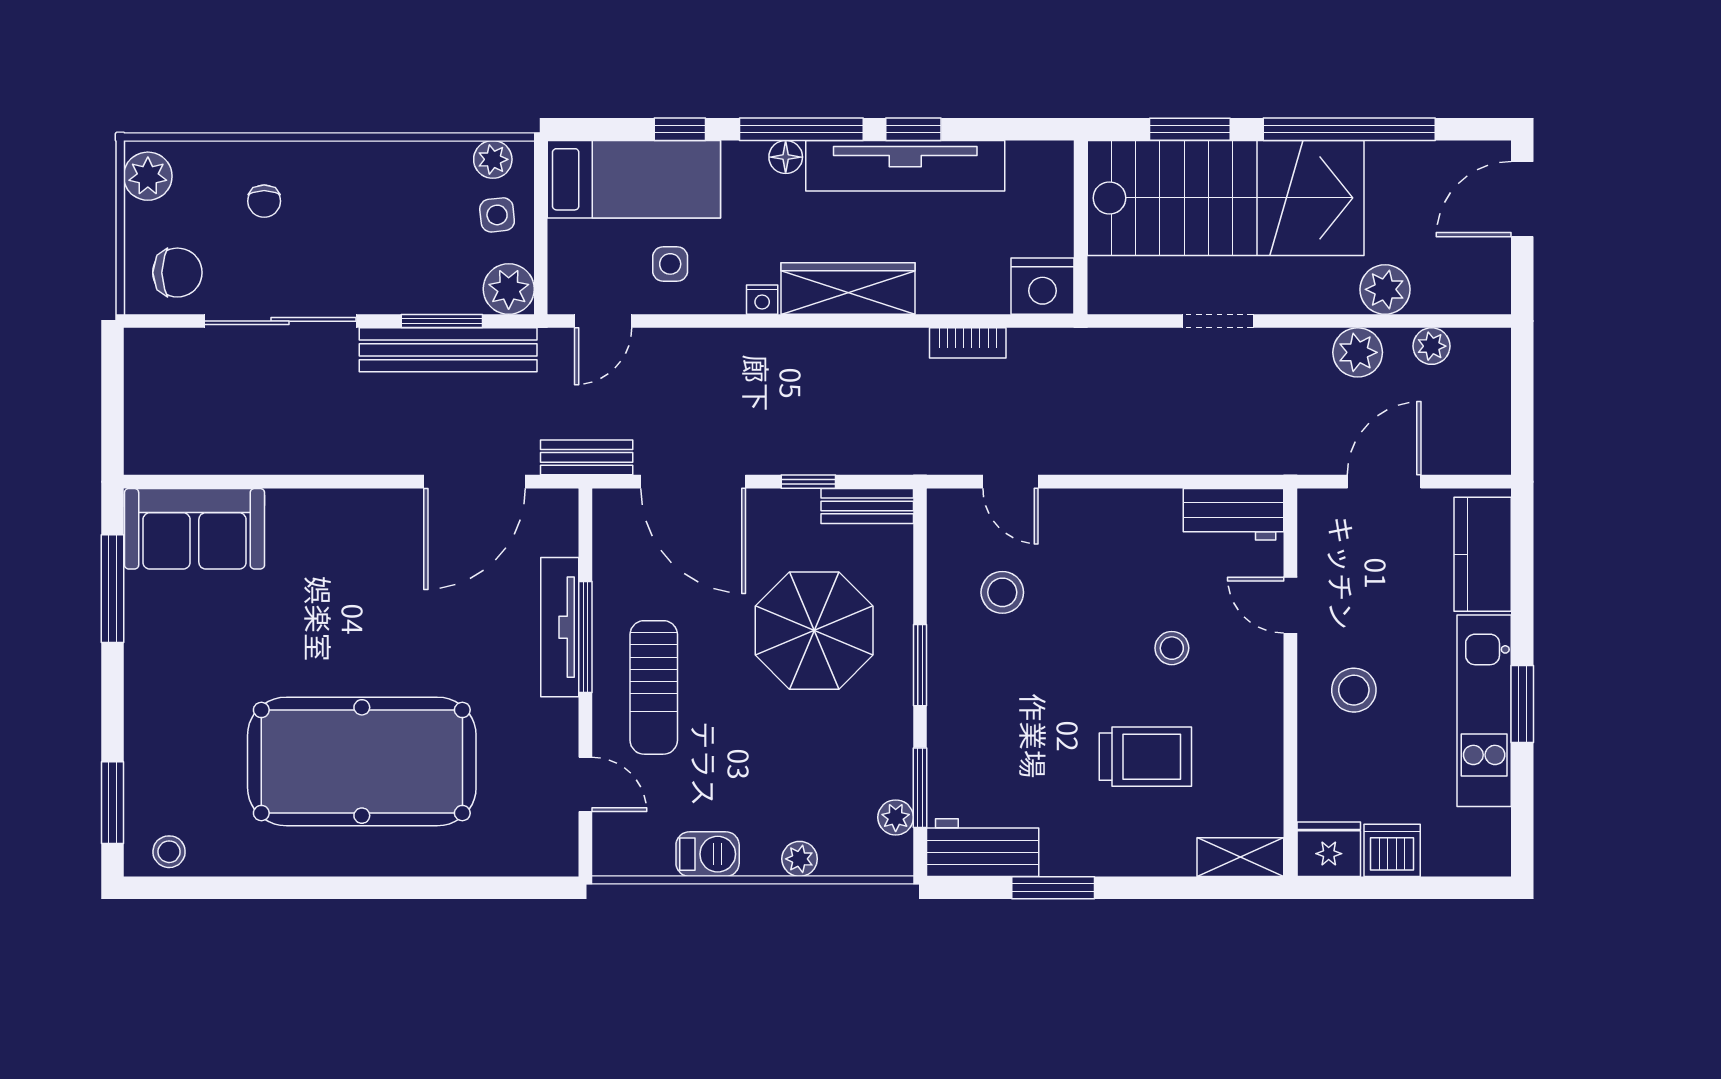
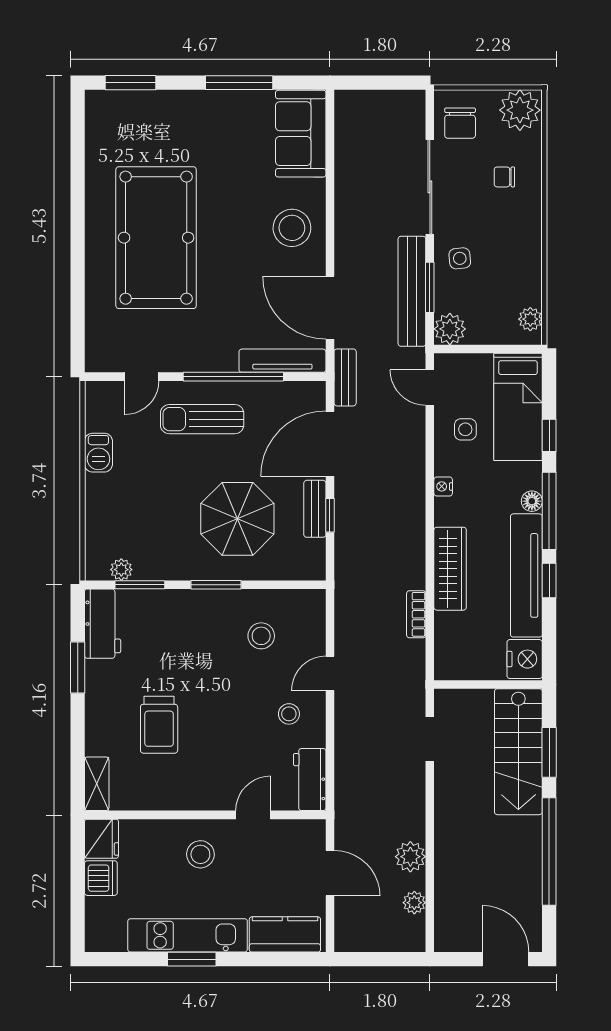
plant: (148, 176) -> (520, 110), width x1.36, depth x1.36
stairs: (1226, 198) -> (518, 752), width x0.73, depth x0.66
side table: (497, 215) -> (460, 258), moved
nightstand: (1042, 286) -> (525, 659), moved, turned 180
wardrobe: (848, 288) -> (450, 569), moved
plant: (1385, 289) -> (449, 874), removed
doorway: (1218, 321) -> (430, 739), moved
door: (1010, 482) -> (330, 673), moved
bench: (867, 506) -> (315, 509), moved
window: (112, 589) -> (239, 83), moved
tv unit: (560, 627) -> (282, 361), moved
window: (585, 637) -> (233, 377), width x1.46
stool: (1172, 648) -> (289, 714), moved
stool: (169, 852) -> (292, 228), moved, width x1.89, depth x1.89
plant: (800, 859) -> (95, 510), removed

